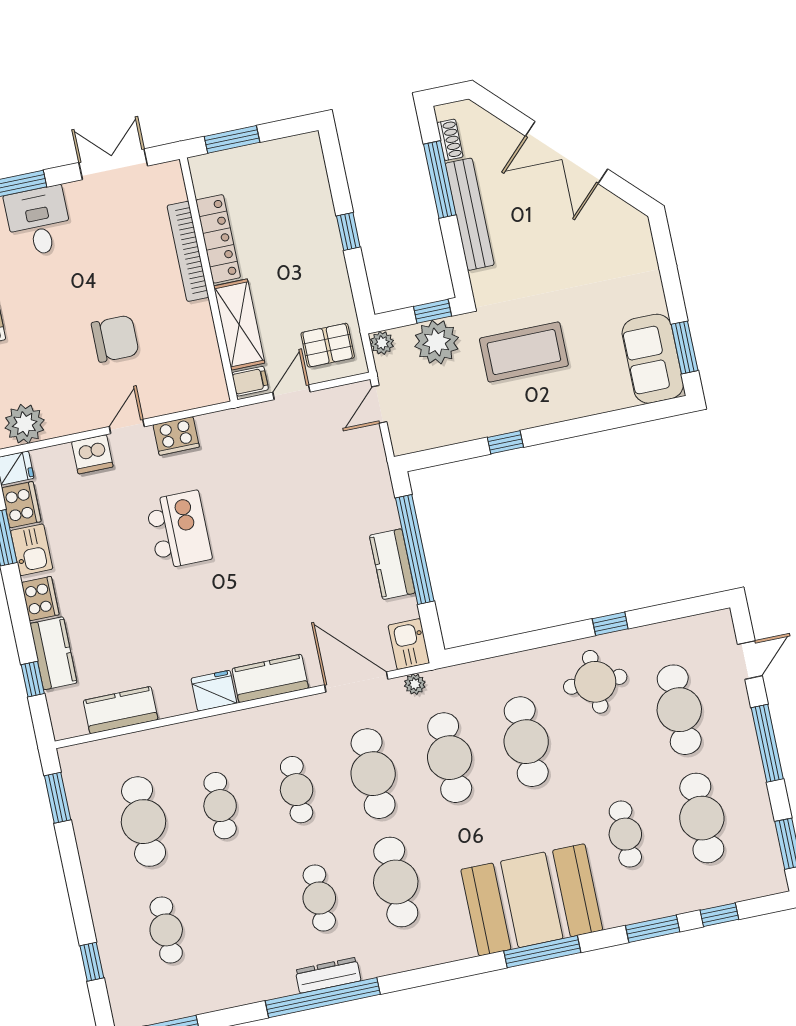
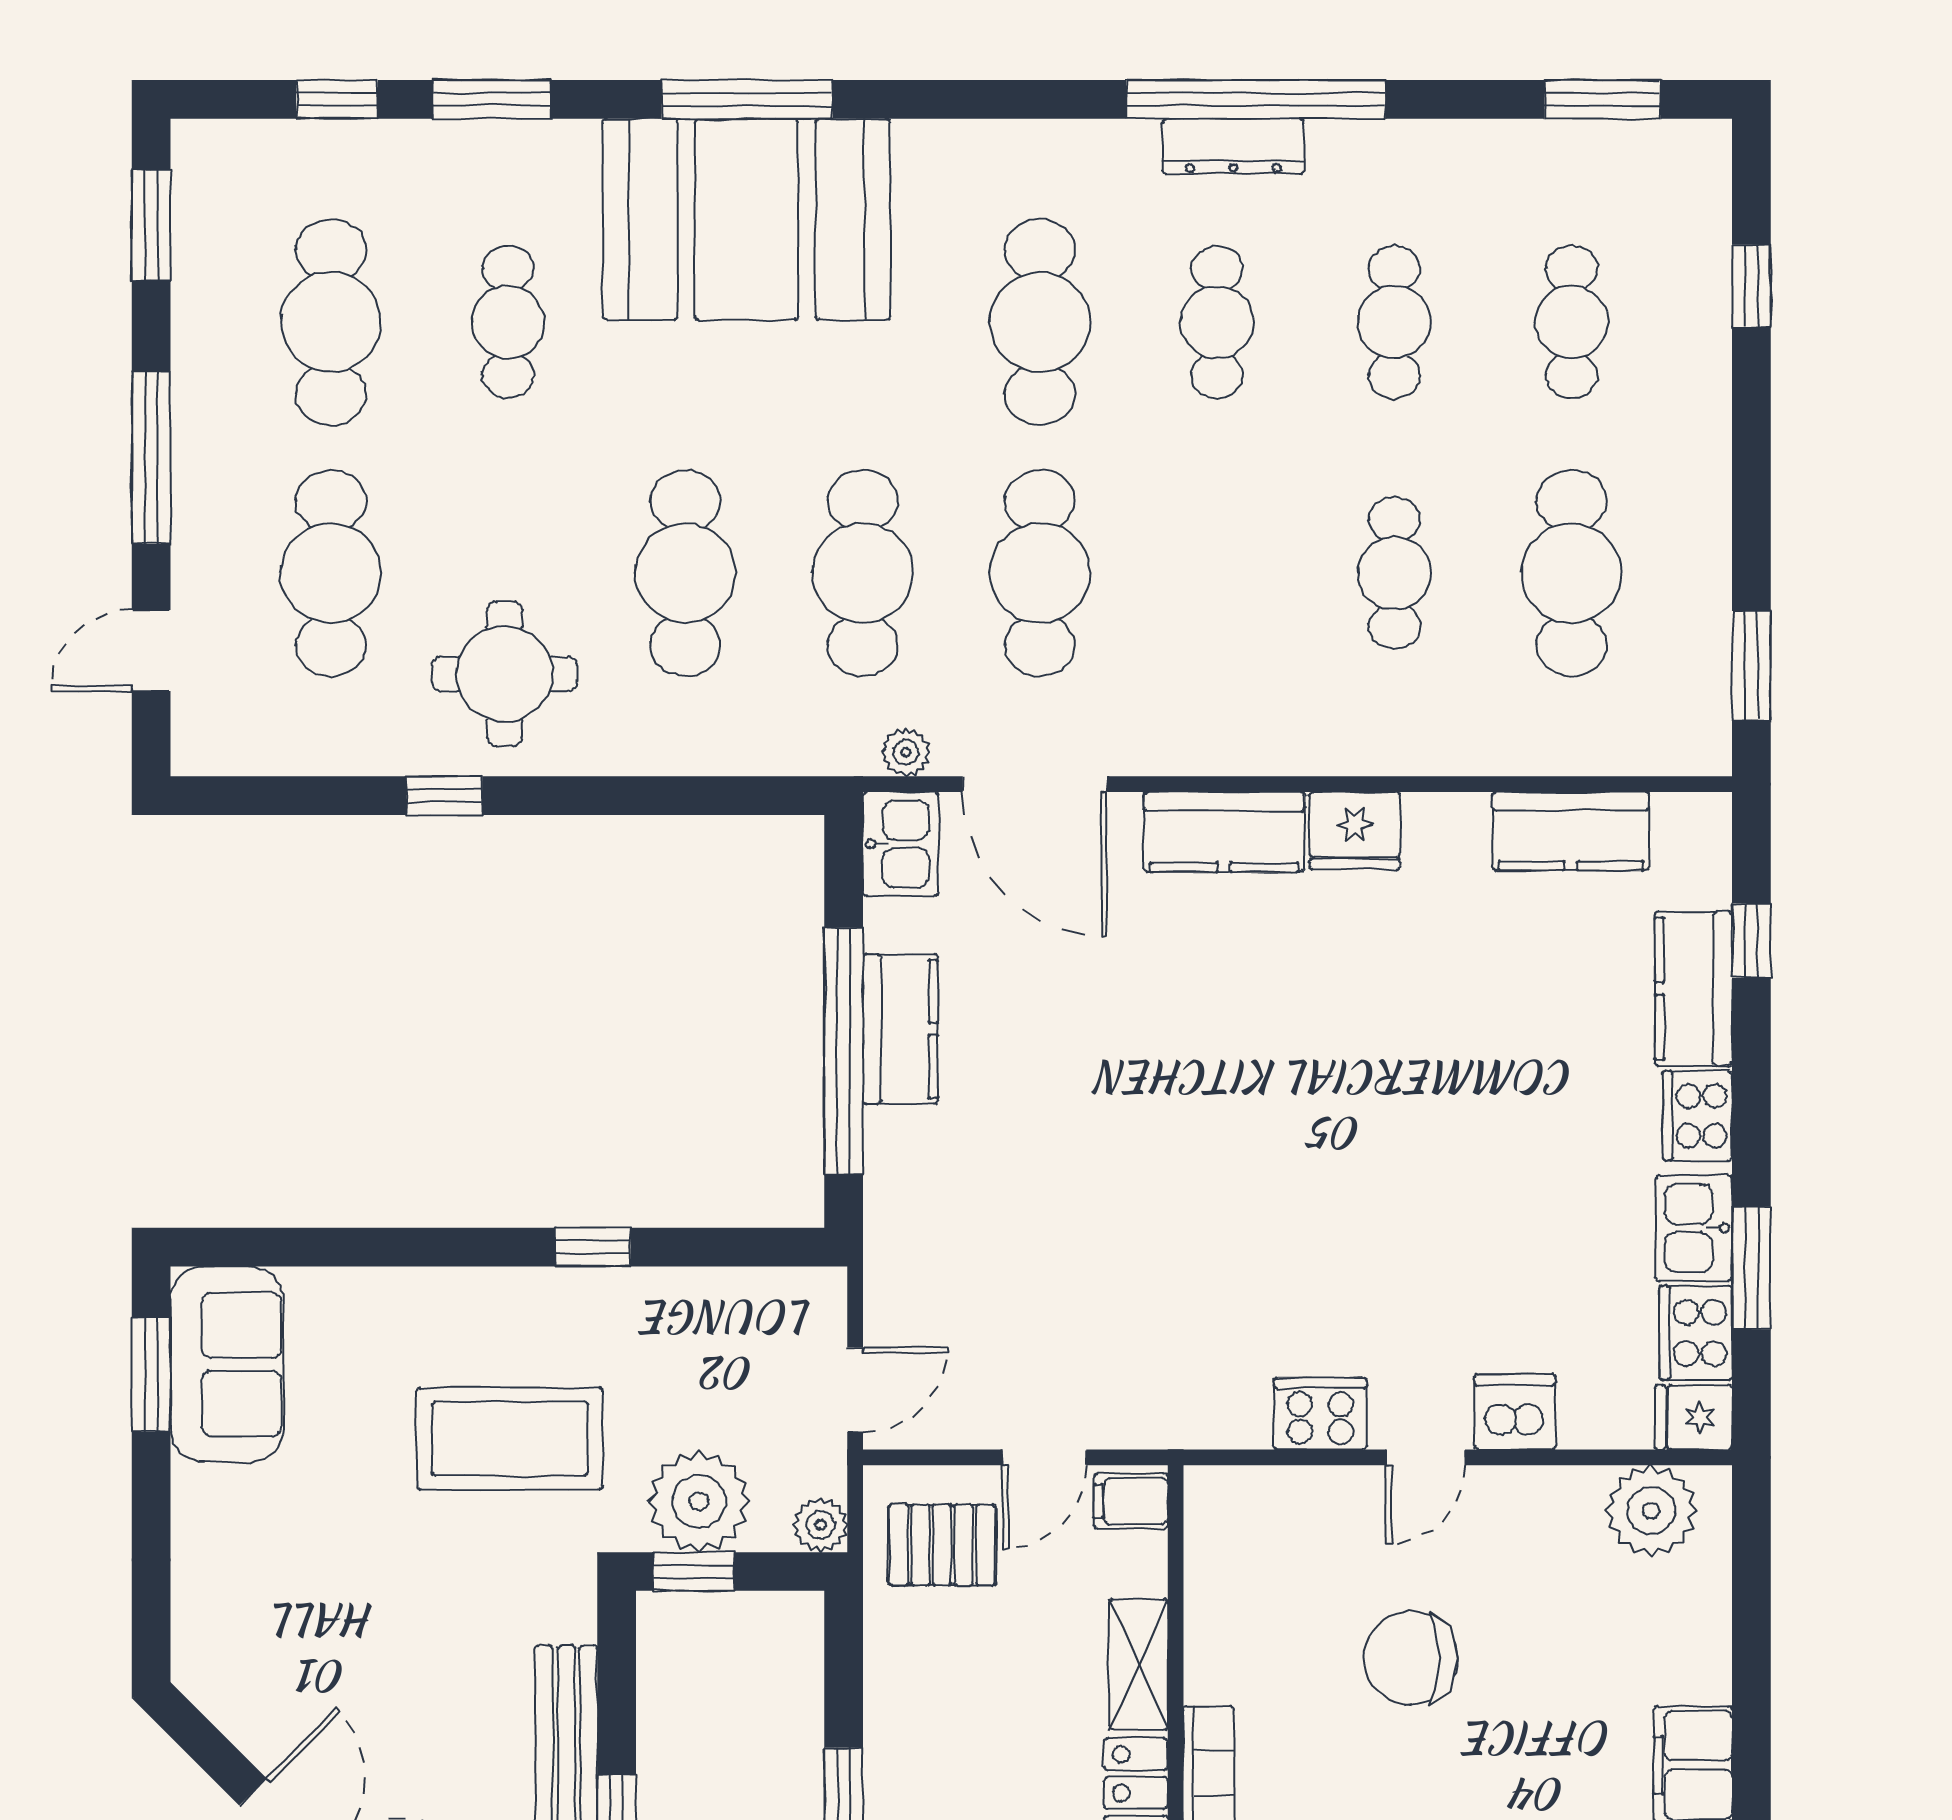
shelving: (239, 324) -> (1139, 1664), width x0.67, depth x0.75
kitchen island: (179, 530) -> (1358, 1204), removed
cafe table: (297, 790) -> (1394, 322), moved

